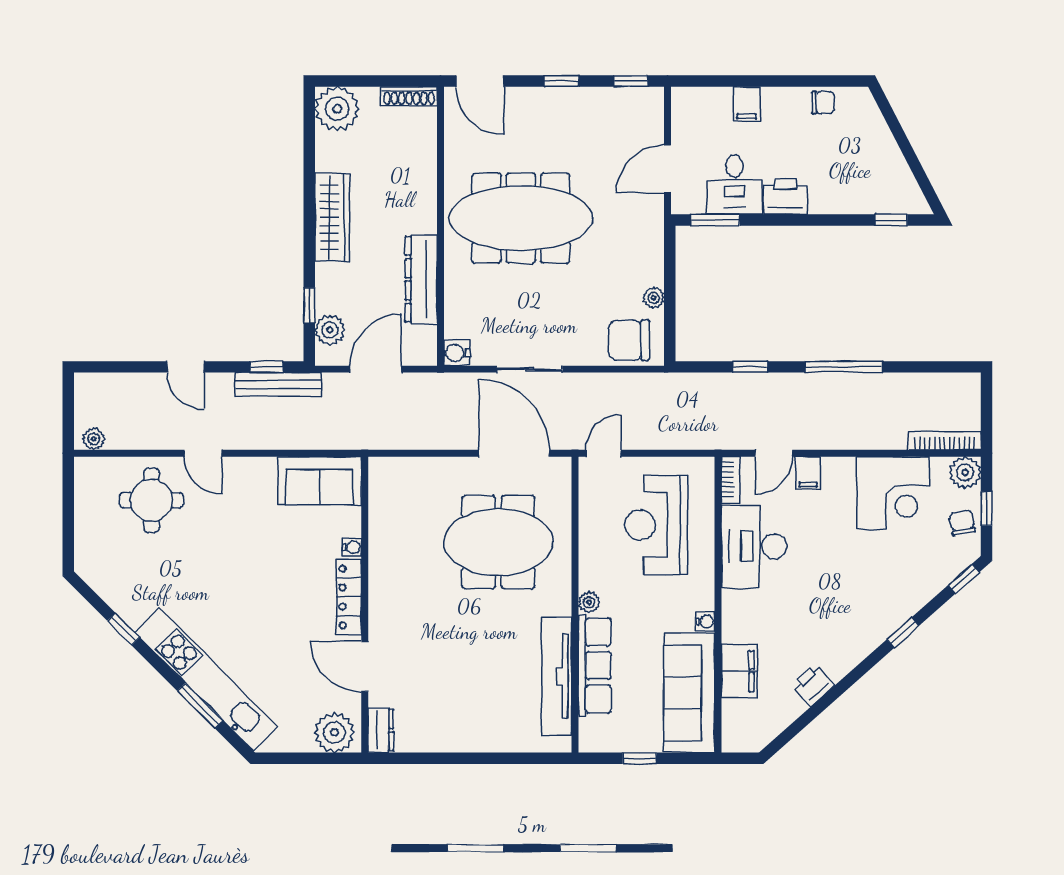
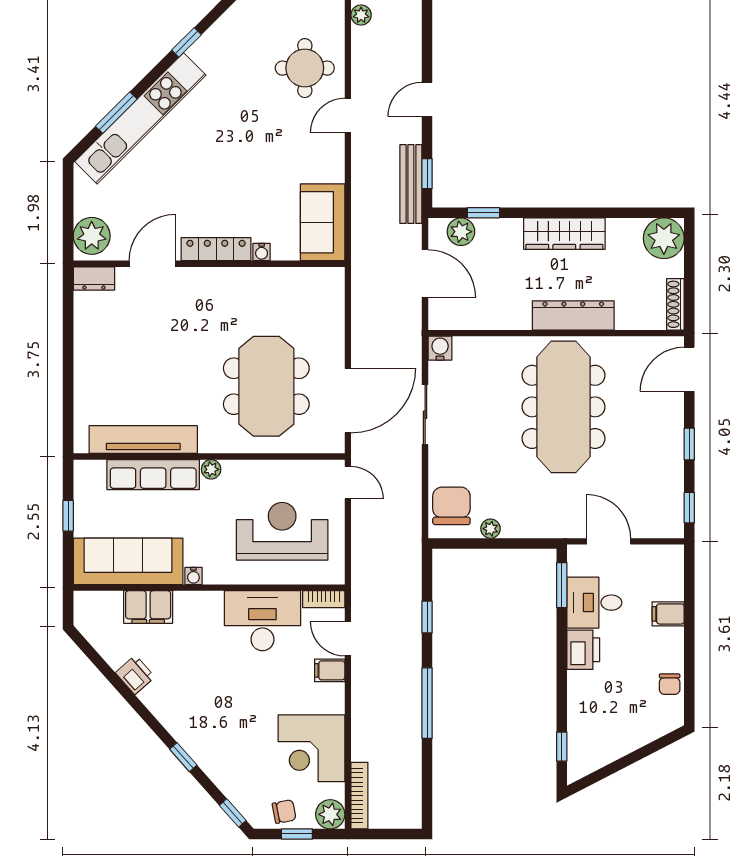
dresser: (421, 279) -> (573, 315), moved

